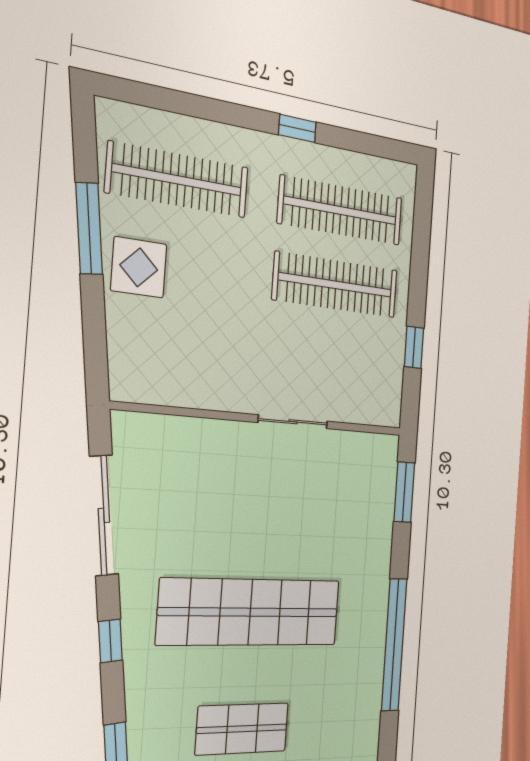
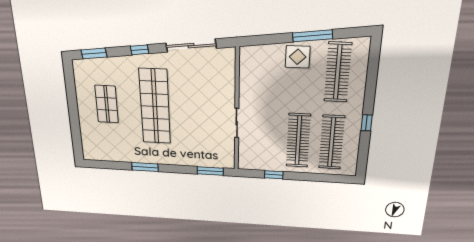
window: (394, 645) -> (145, 167), width x0.47

